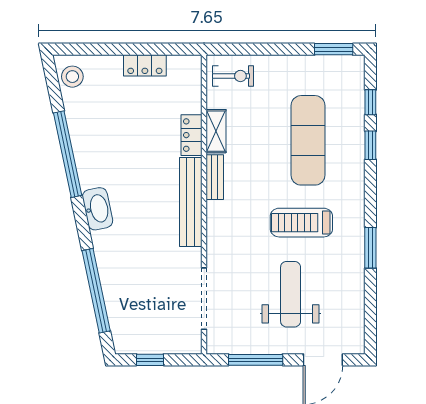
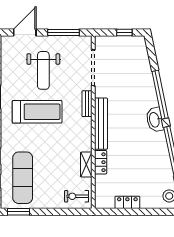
exercise mat: (308, 140) -> (23, 178), moved
bench: (215, 177) -> (87, 104), moved
treadmill: (301, 223) -> (37, 112), width x1.37, depth x1.38
window: (96, 291) -> (160, 95), moved

